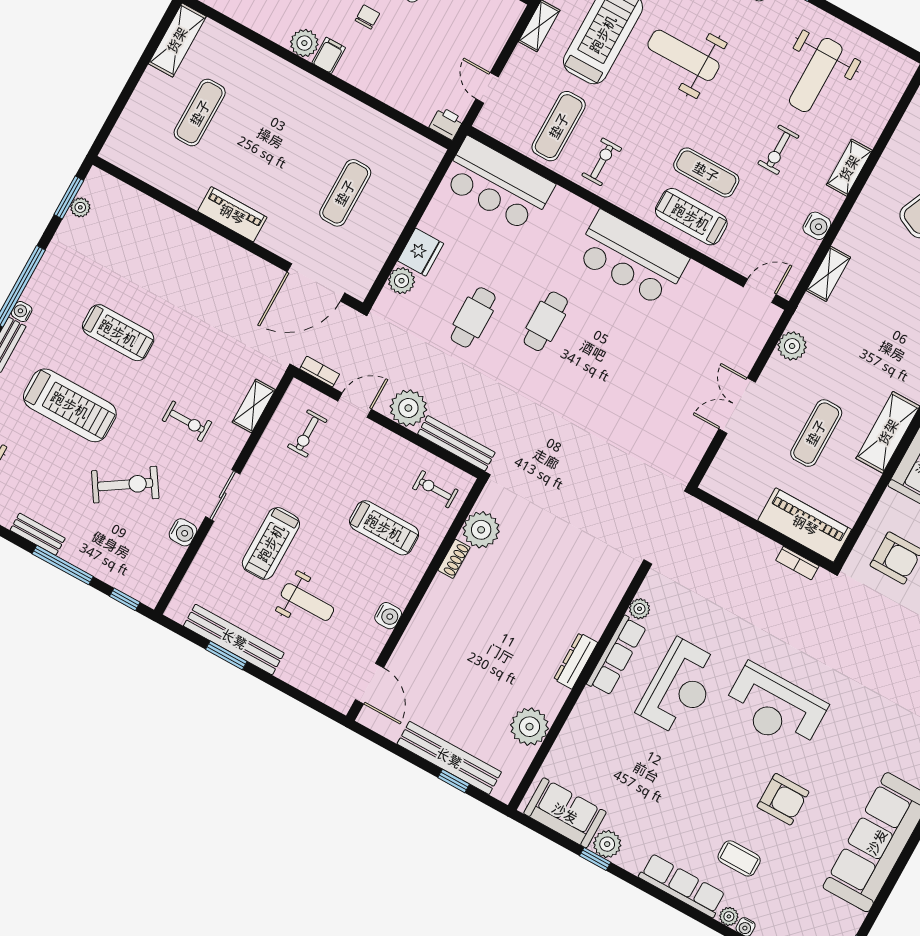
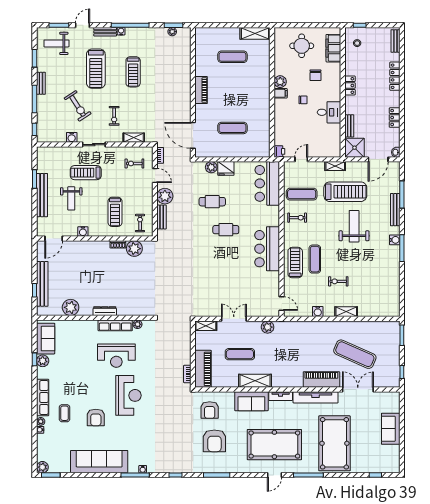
weight bench: (816, 75) -> (374, 280), removed
shelving: (828, 274) -> (206, 326), moved
bench: (456, 443) -> (162, 217), width x0.73
bench: (234, 639) -> (42, 195), moved
reception desk: (775, 708) -> (128, 395), turned 180

